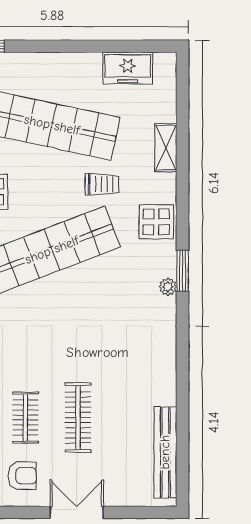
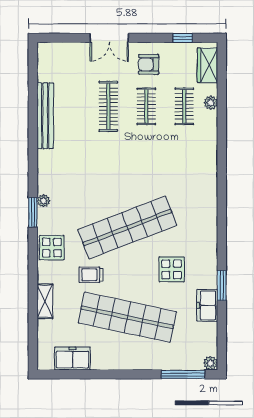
bench: (165, 452) -> (45, 116), moved

